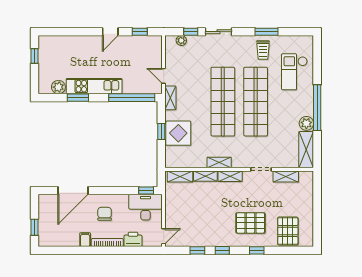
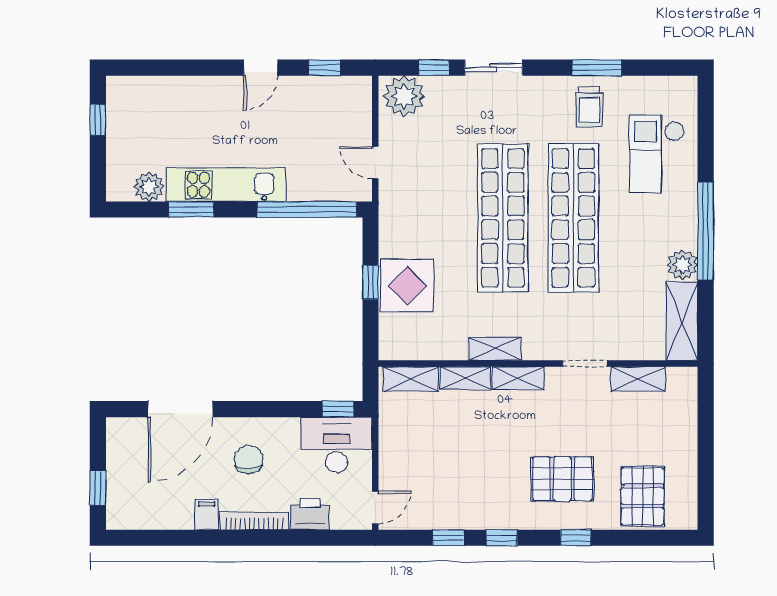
plant: (181, 40) -> (404, 96), width x1.87, depth x1.87
shelving: (170, 98) -> (390, 210), removed

